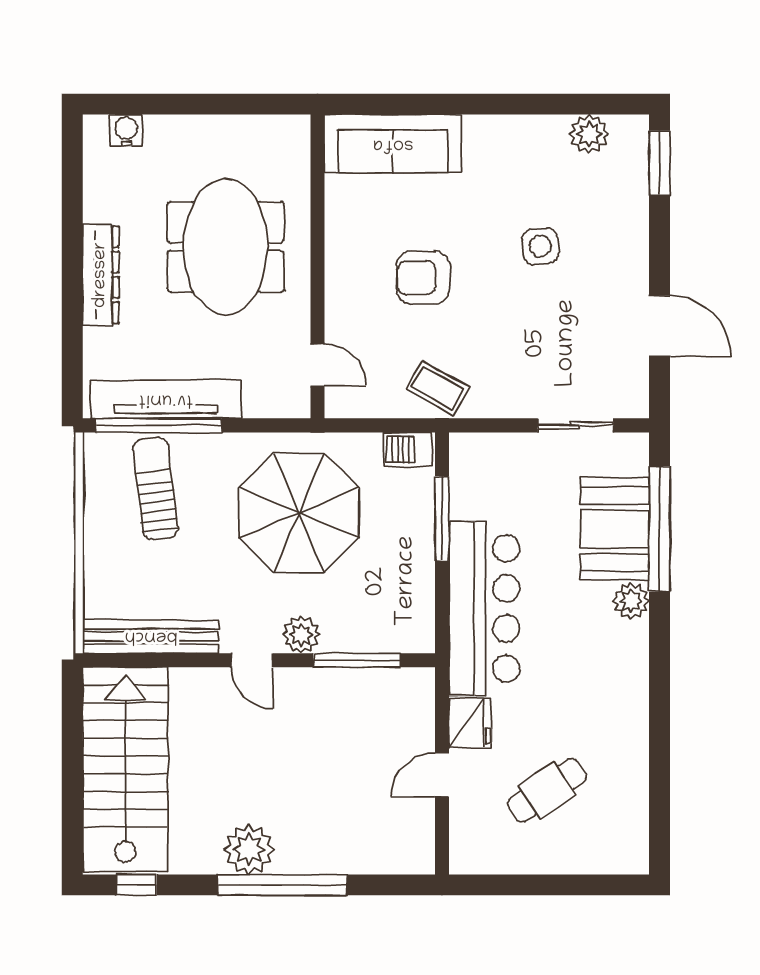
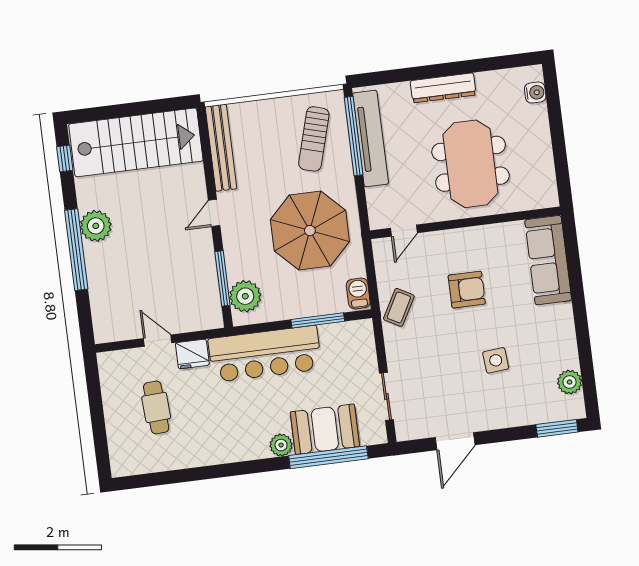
meeting table: (226, 247) -> (470, 164), turned 90
armchair: (423, 278) -> (467, 290), turned 90
sun lounger: (155, 489) -> (314, 139), turned 113
plant: (301, 635) -> (245, 296), moved, width x1.36, depth x1.36
cafe table: (547, 790) -> (156, 407), turned 31

